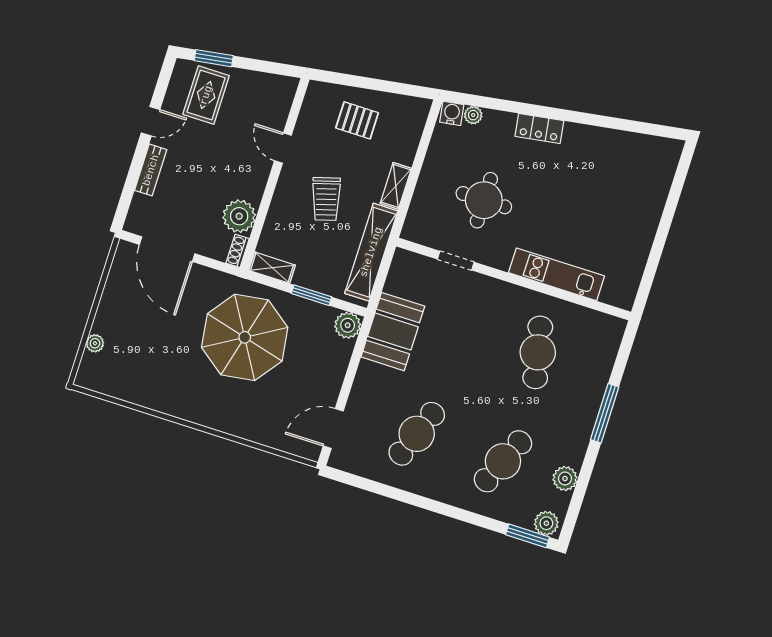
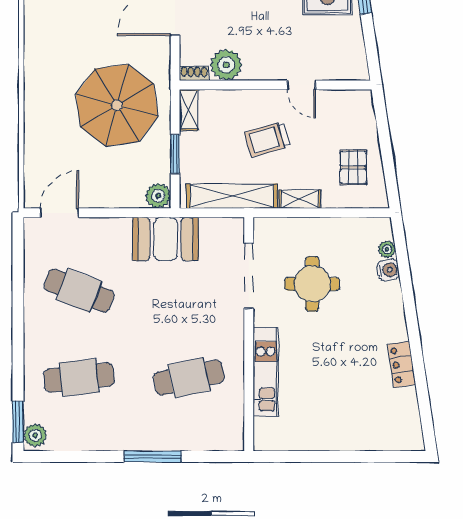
water cooler: (452, 113) -> (388, 270), moved
pallet: (357, 120) -> (353, 167), moved
locker: (539, 129) -> (402, 364), moved
door: (283, 148) -> (301, 85), swing flipped
doorway: (456, 261) -> (249, 276), width x1.88
door: (333, 428) -> (60, 213), hinge flipped
cafe table: (503, 461) -> (79, 378), turned -30
plant: (565, 479) -> (81, 439), removed

